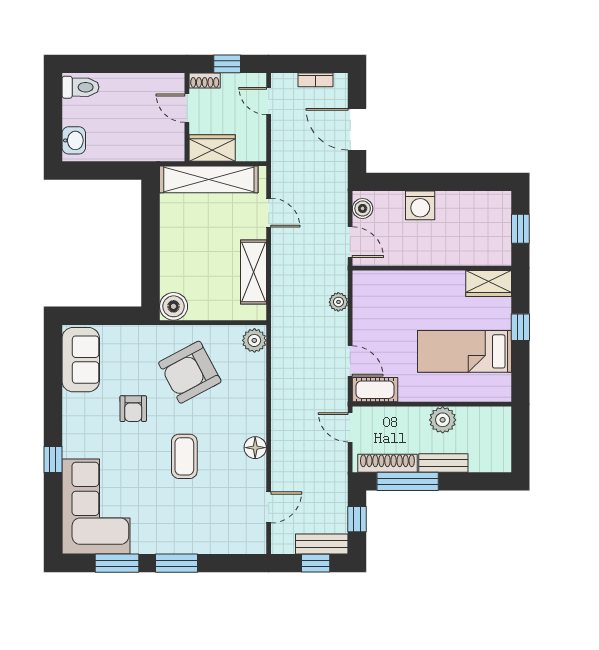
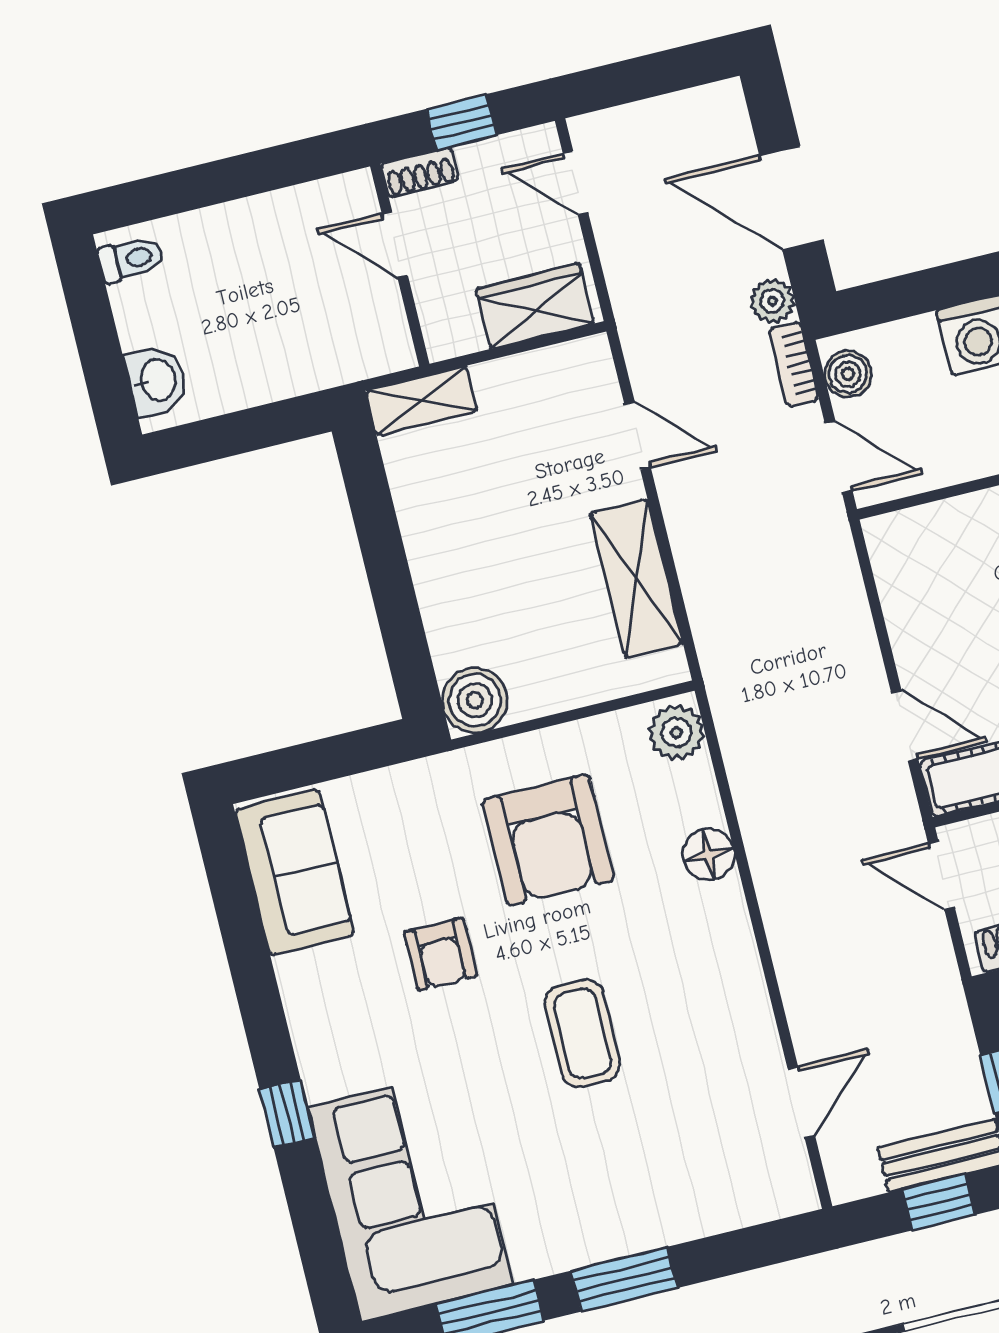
bookcase: (316, 80) -> (794, 364), moved, turned 90
toilet: (80, 87) -> (131, 259), width x0.73, depth x0.72
wardrobe: (212, 148) -> (535, 306), moved
shelving: (209, 179) -> (421, 401), width x0.45, depth x0.75
plant: (338, 302) -> (772, 301), moved
armchair: (190, 372) -> (548, 840), turned -62
floor lamp: (255, 448) -> (709, 855), moved

